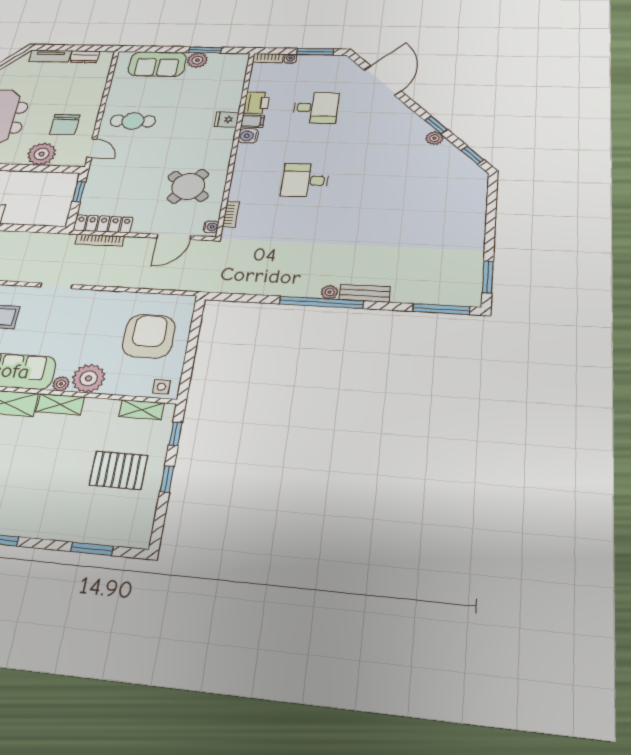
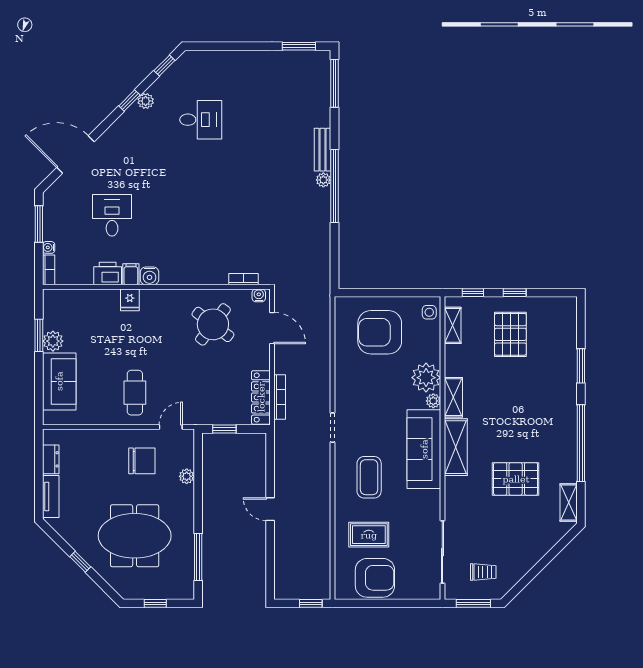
plant: (42, 154) -> (187, 476), width x0.53, depth x0.53
desk: (305, 180) -> (201, 120), moved, turned -90
window: (92, 549) -> (581, 366), moved

